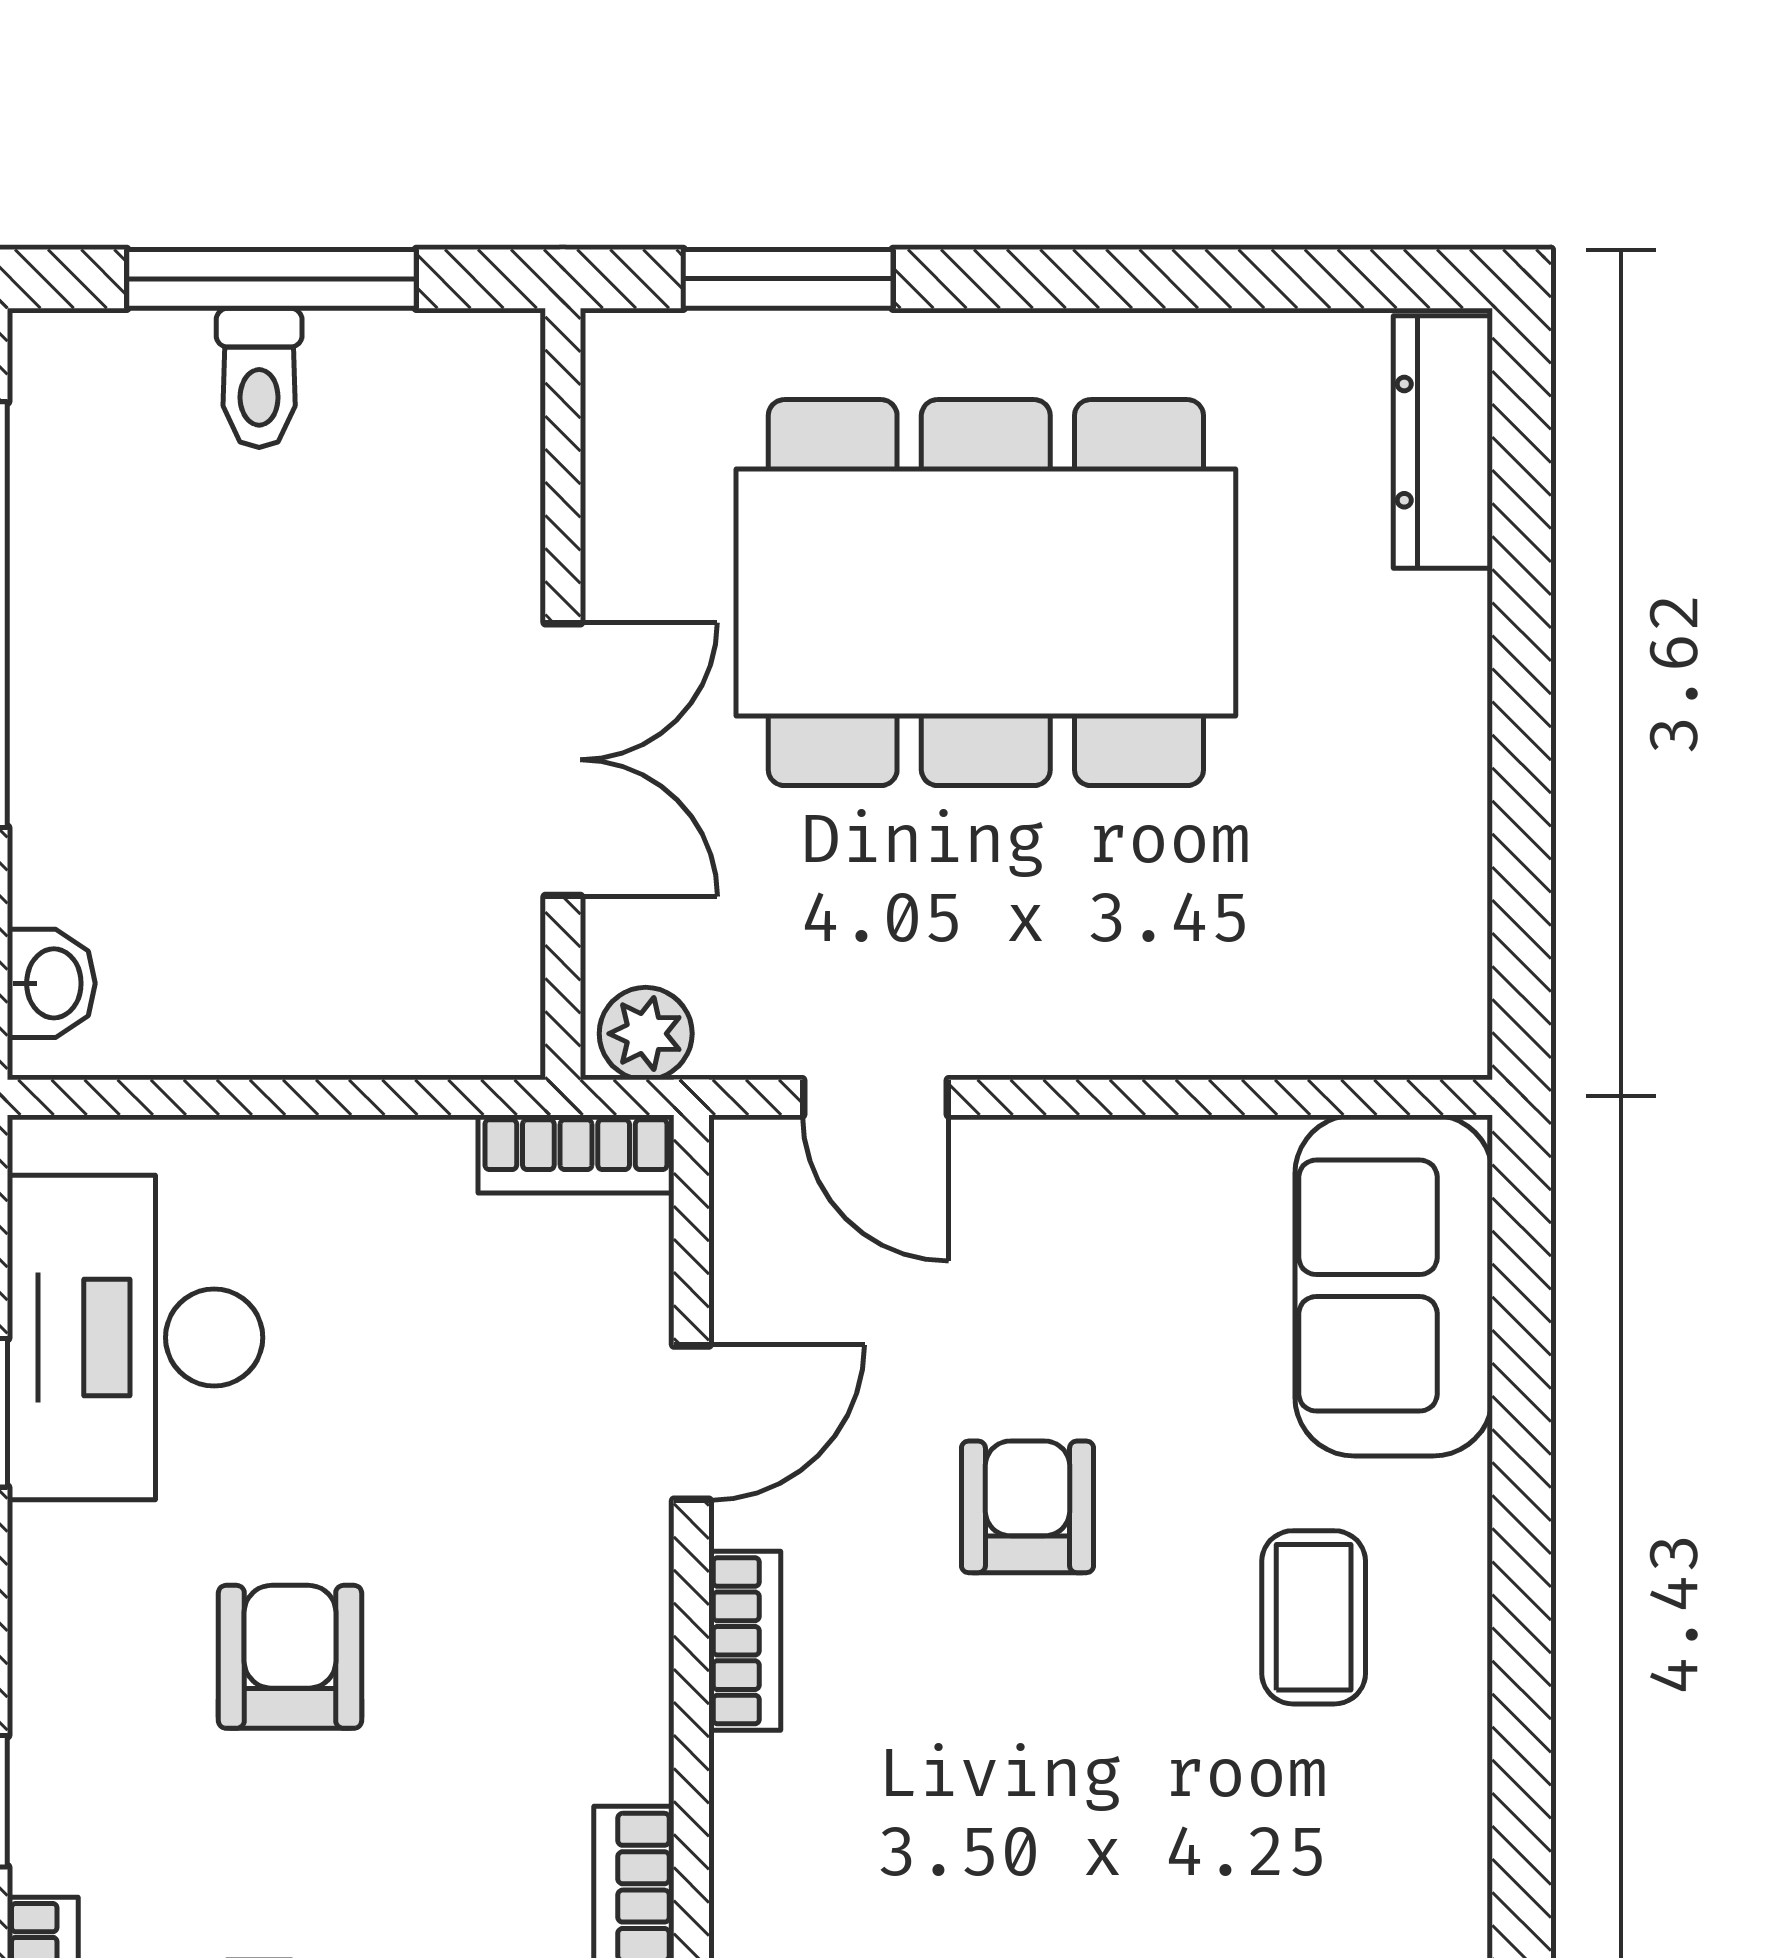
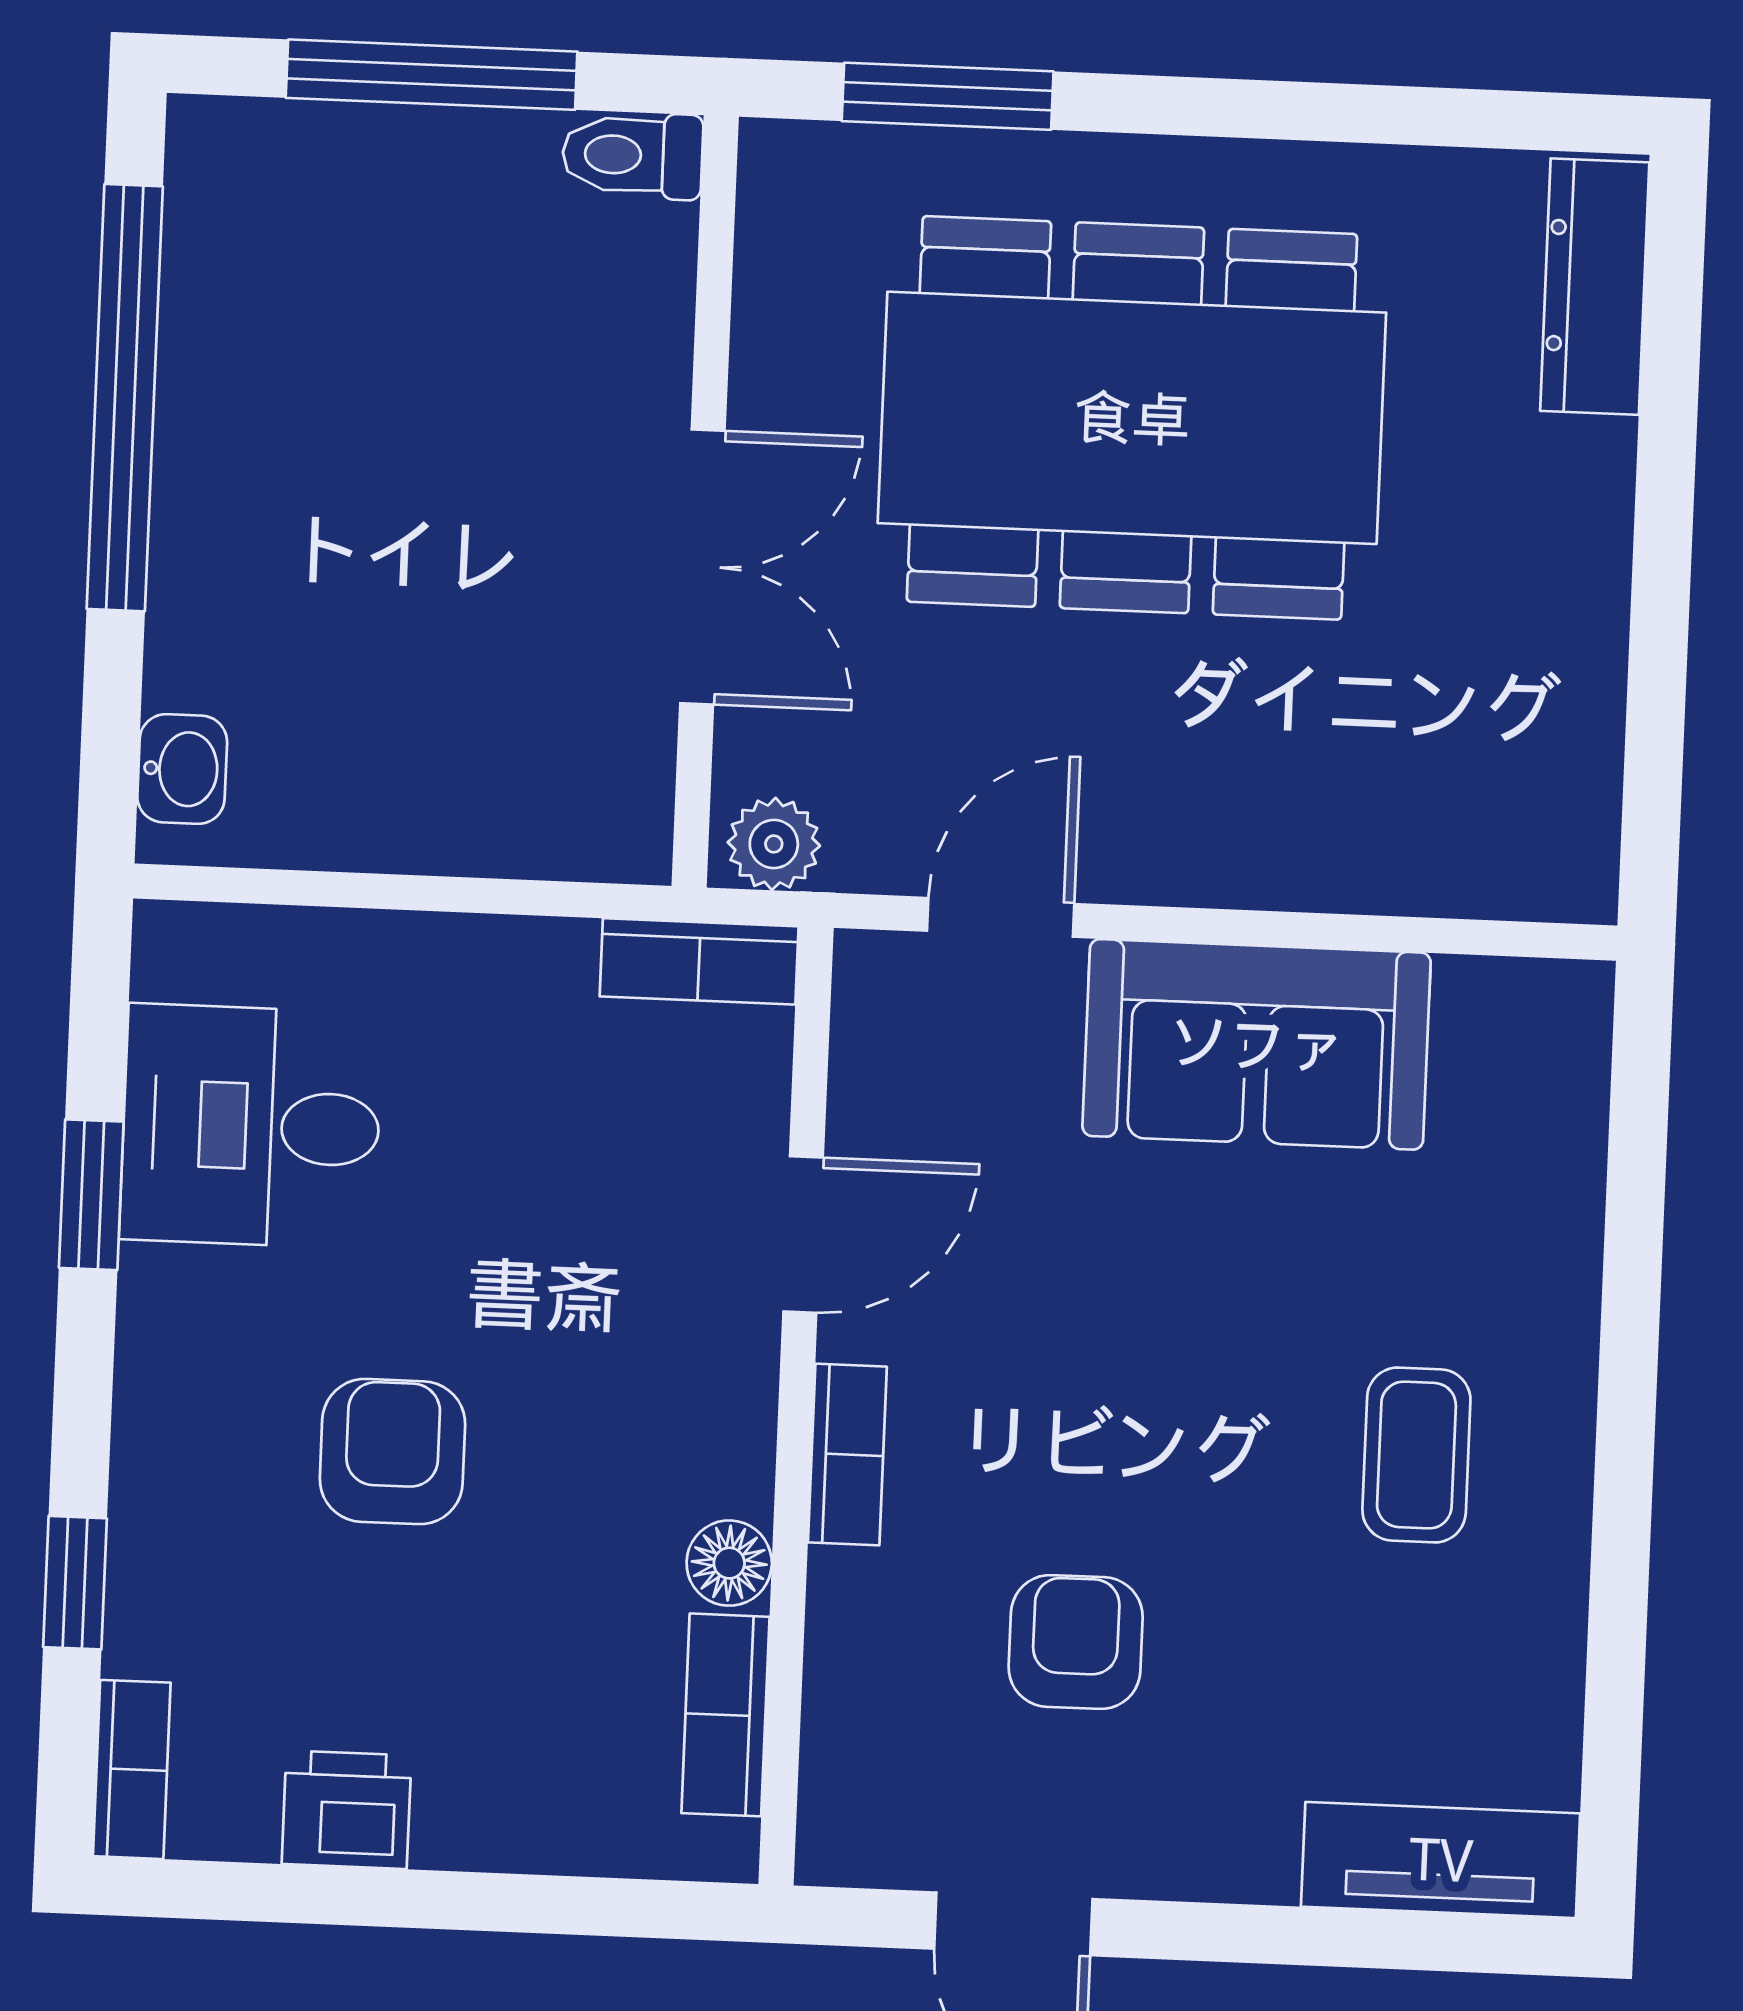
toilet: (259, 378) -> (632, 155), moved, turned 90
door: (875, 1097) -> (1001, 917), swing flipped
sofa: (1394, 1286) -> (1257, 1044), moved, turned -90
desk: (135, 1338) -> (251, 1126), width x0.73
armchair: (1027, 1507) -> (1076, 1642), moved
floor lamp: (631, 1754) -> (729, 1563), added

